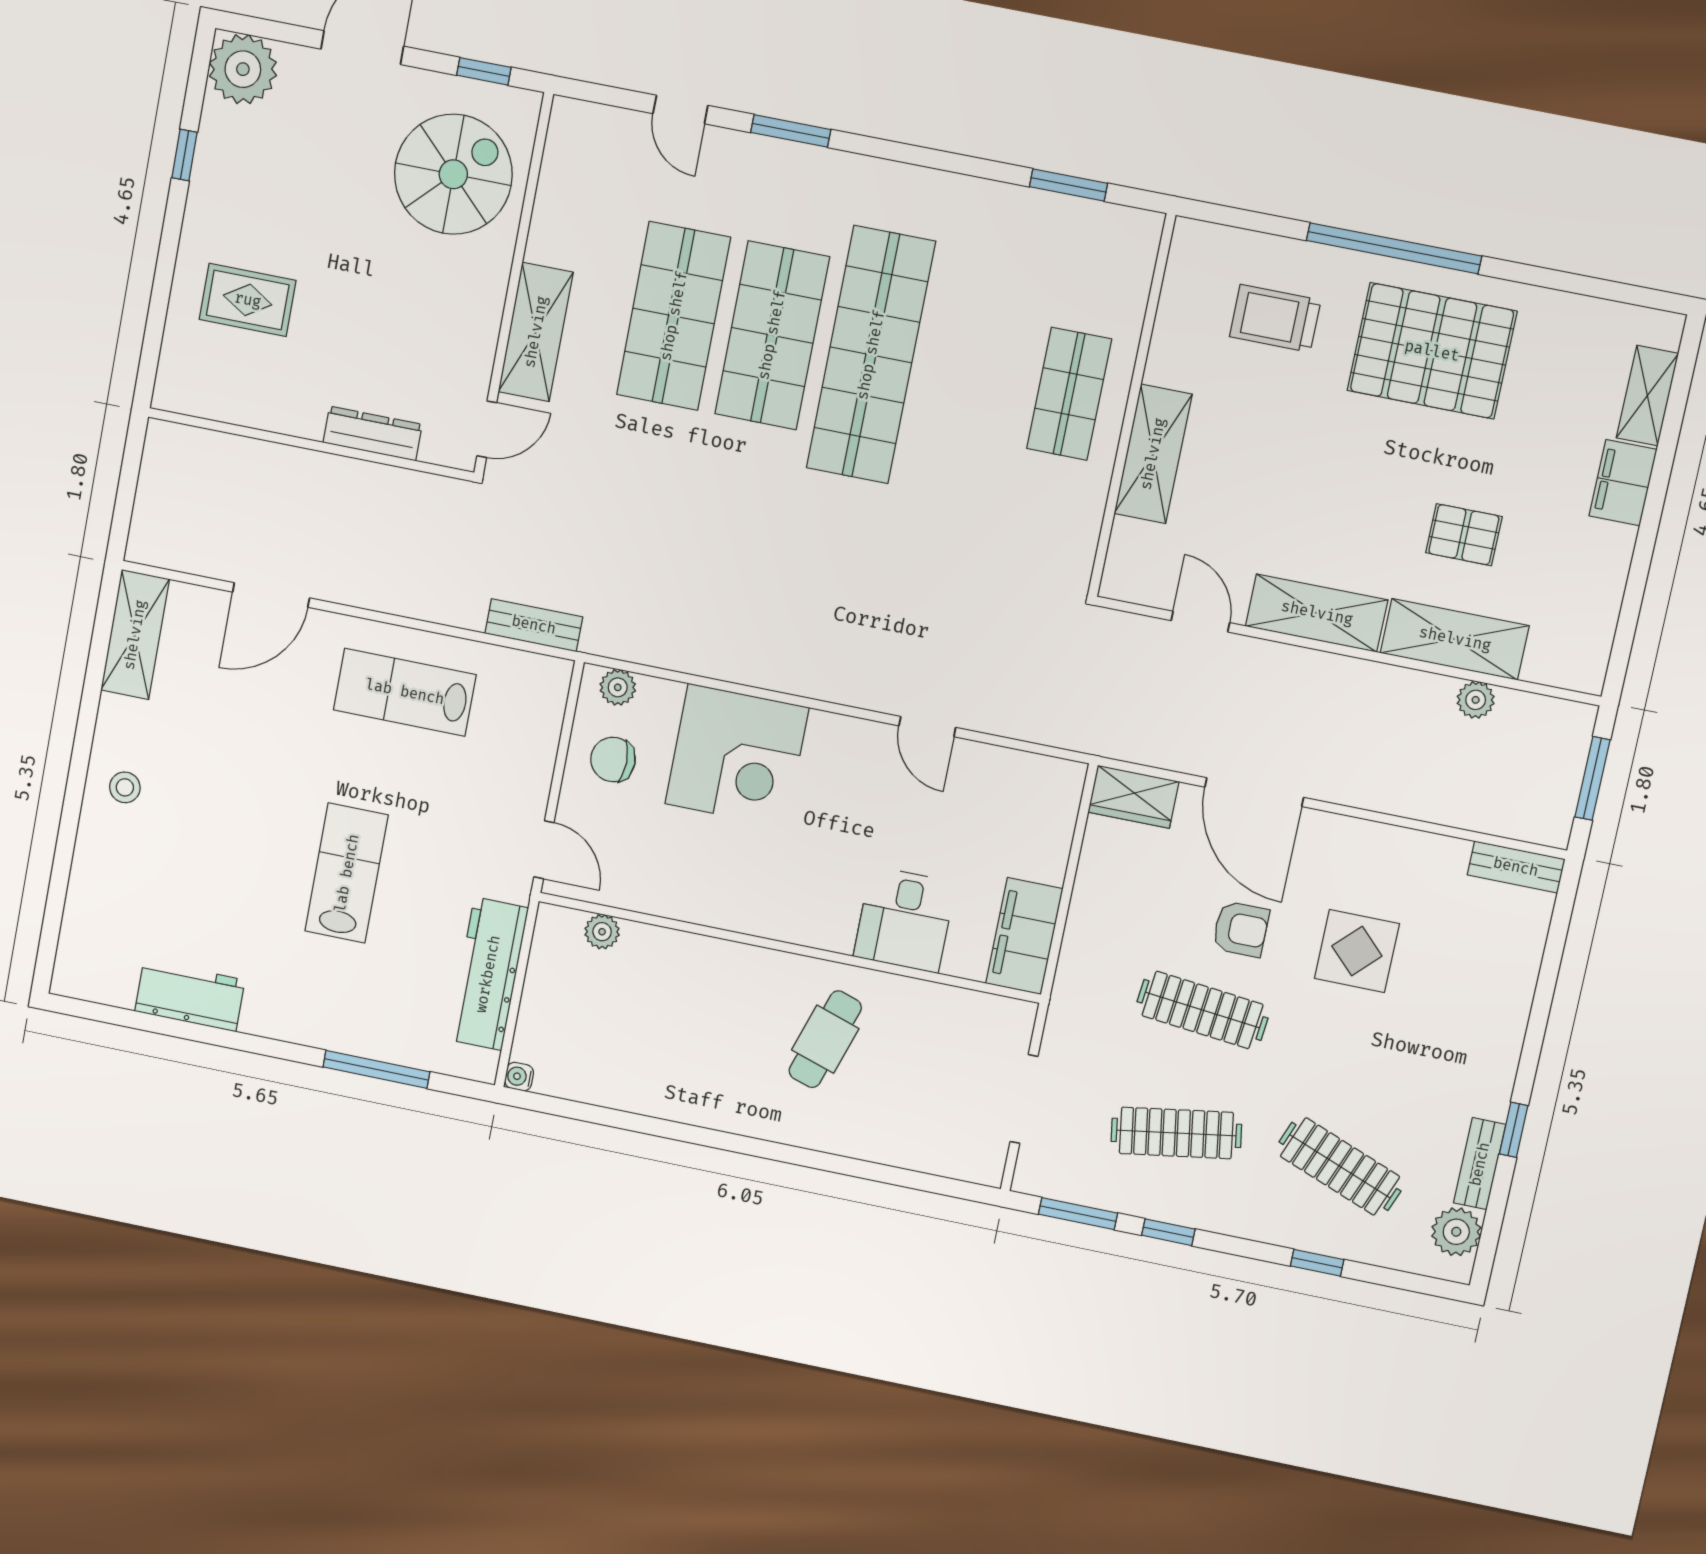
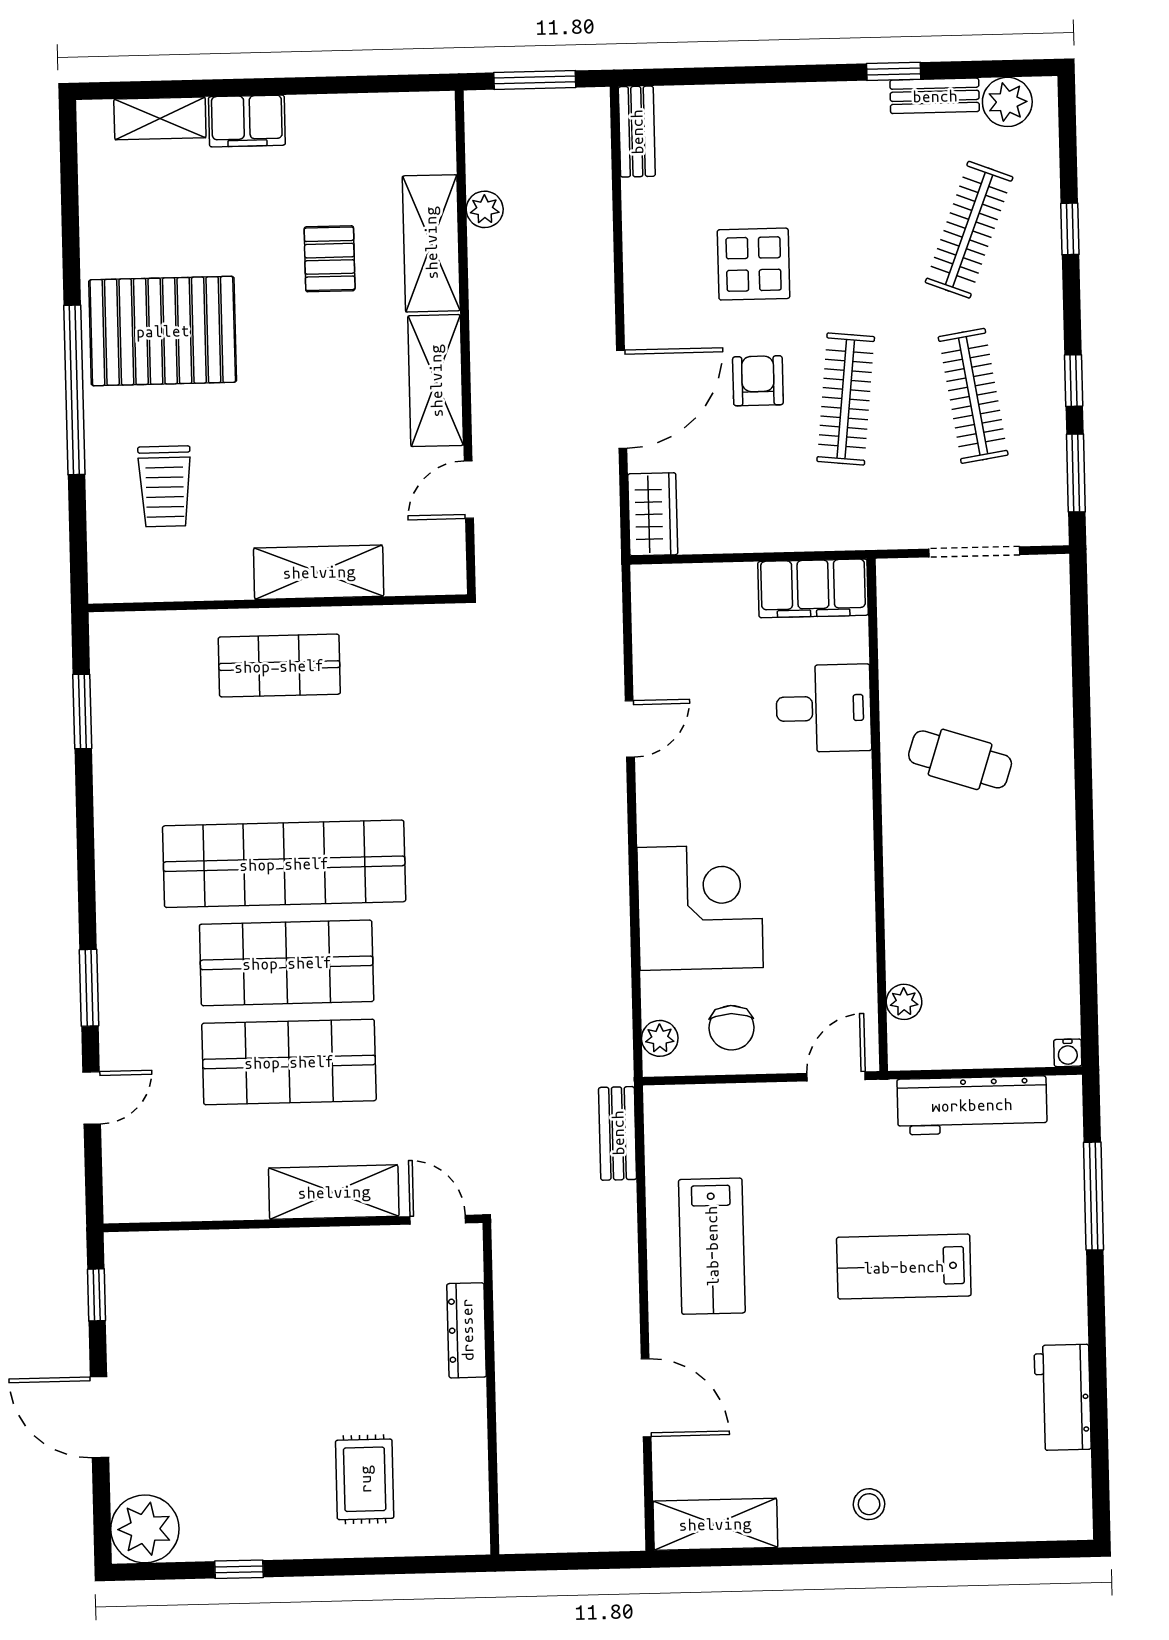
spiral stairs: (453, 174) -> (201, 1304), removed
pallet: (1432, 351) -> (163, 331), turned 90

